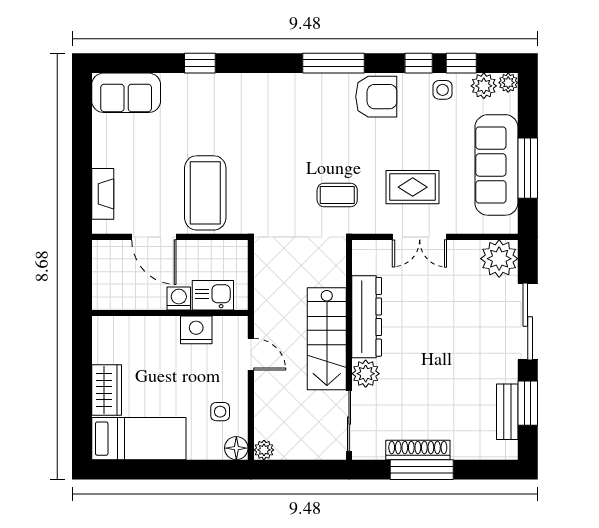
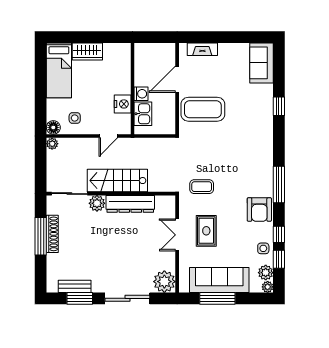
coffee table: (337, 195) -> (202, 187), turned 90

